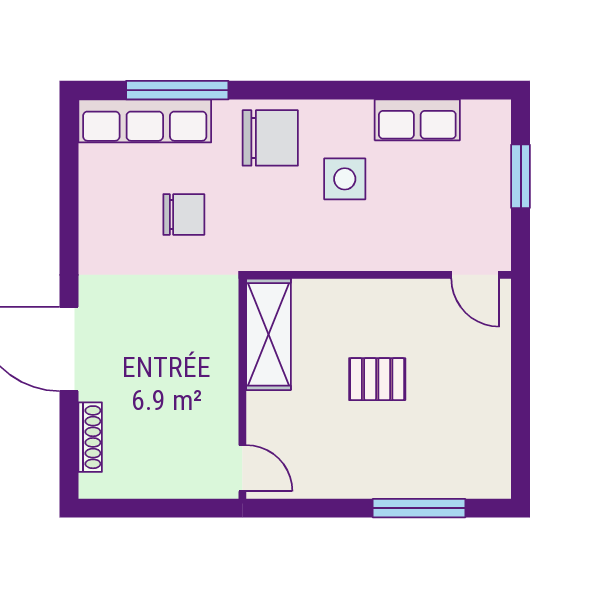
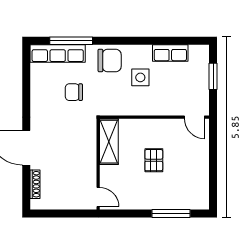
chair: (184, 215) -> (74, 92), turned 180
pallet: (377, 379) -> (154, 160), turned 90

